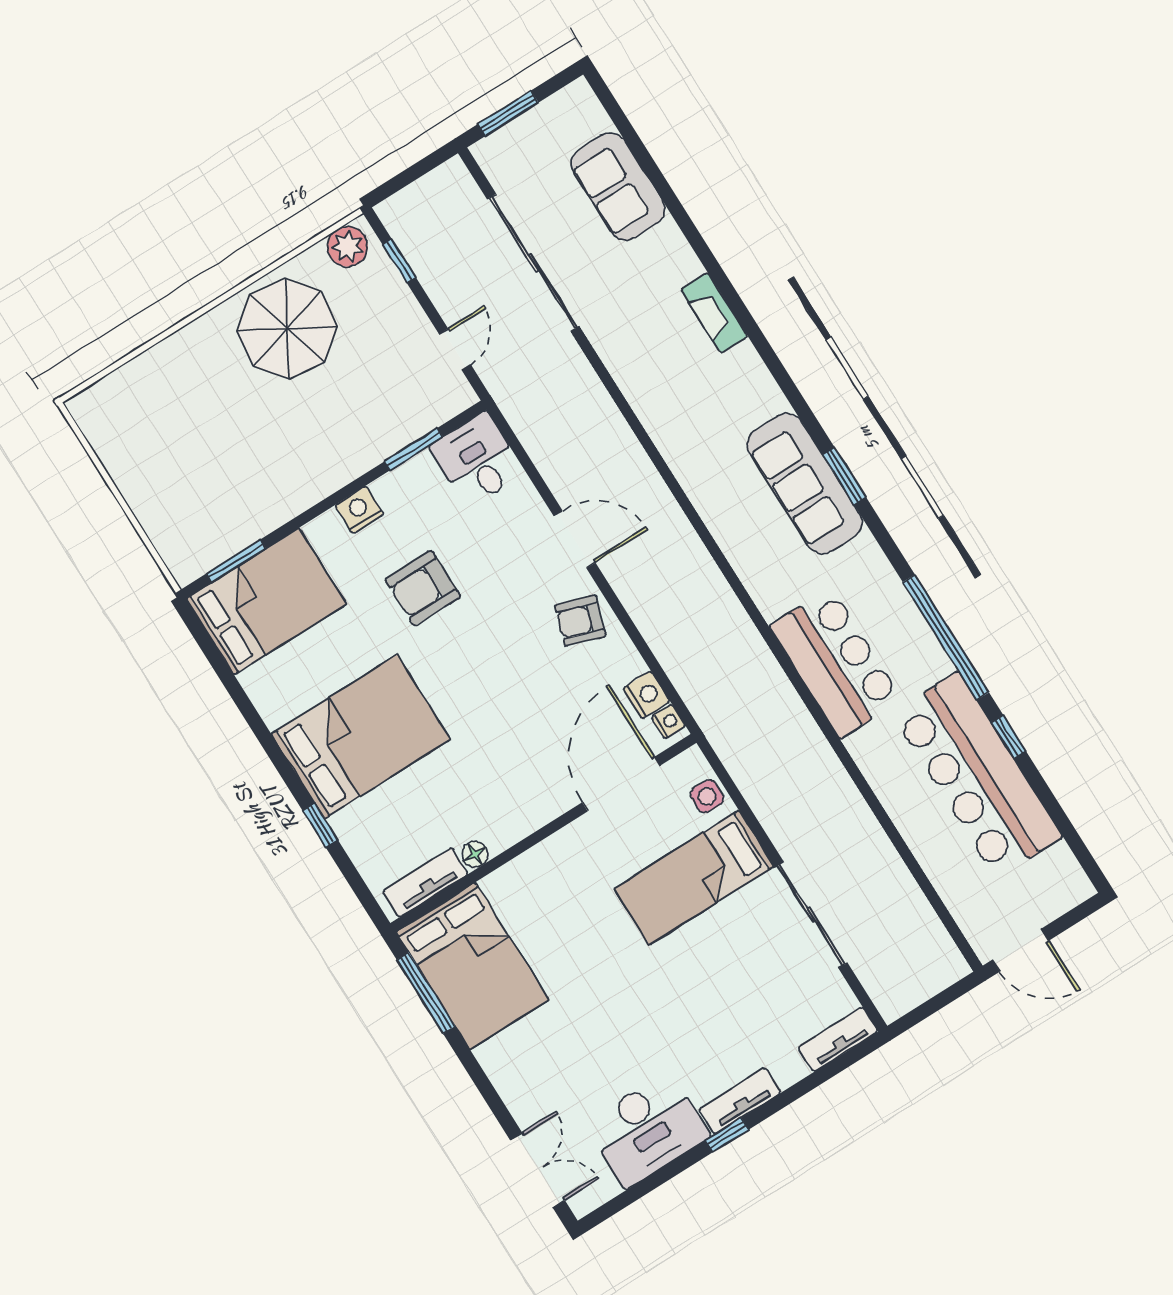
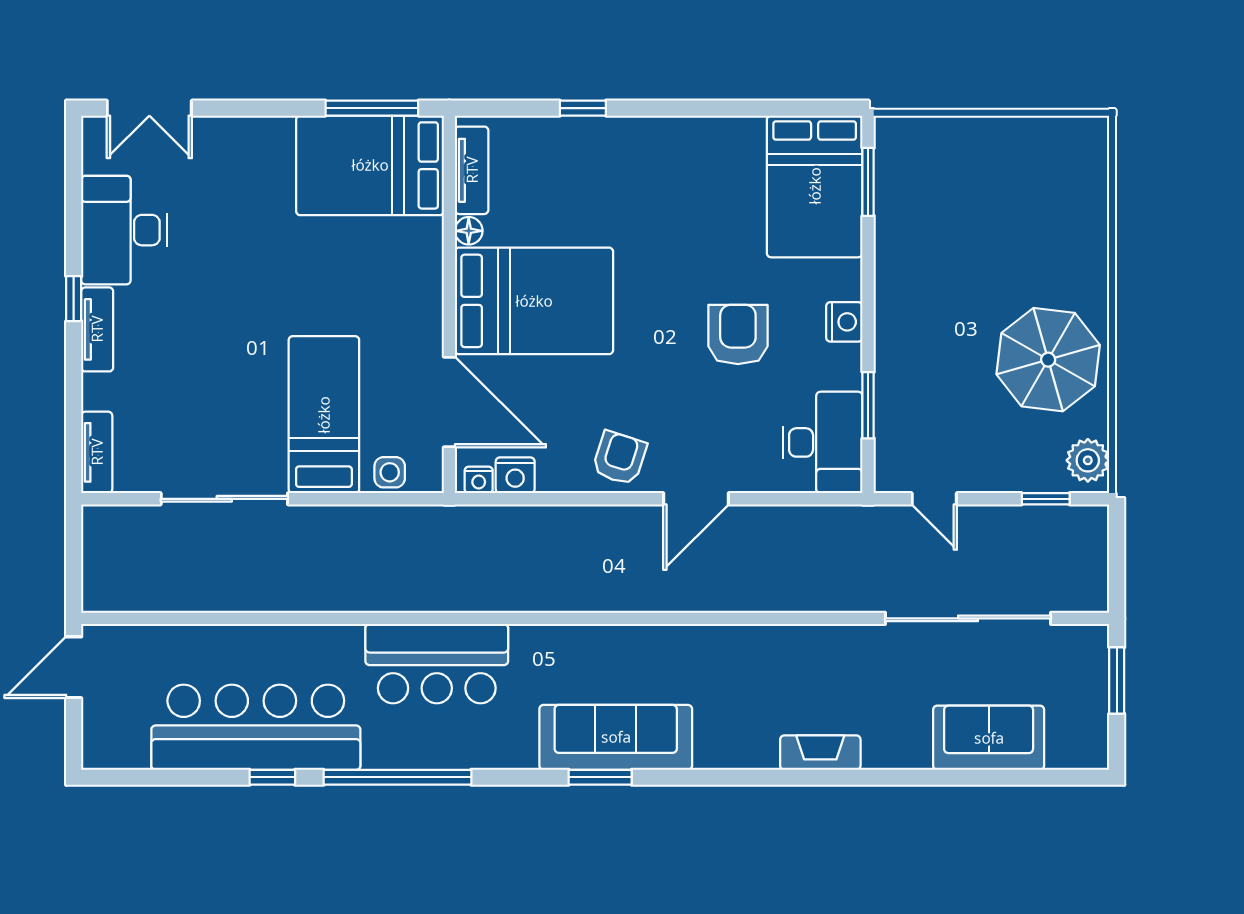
desk: (477, 460) -> (823, 442), width x1.37
bed: (361, 737) -> (534, 301), moved, turned -90

